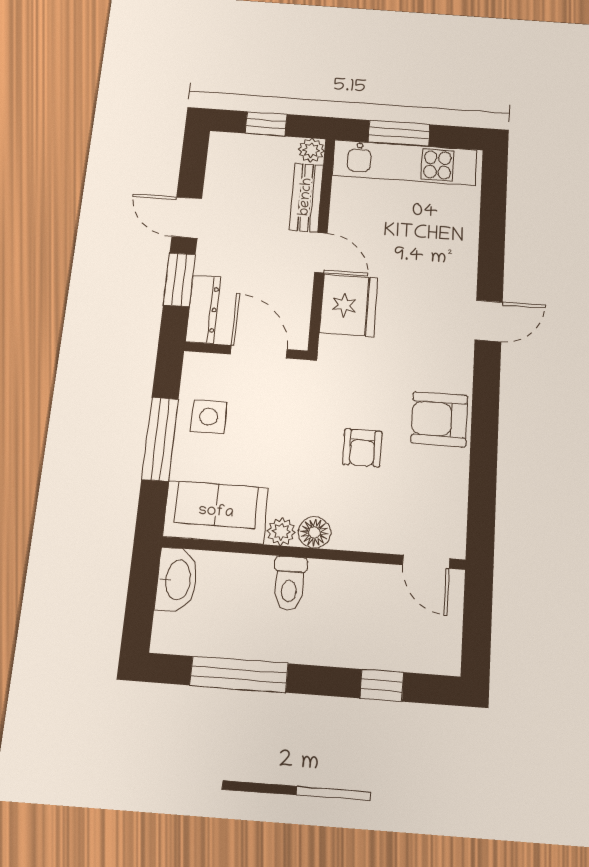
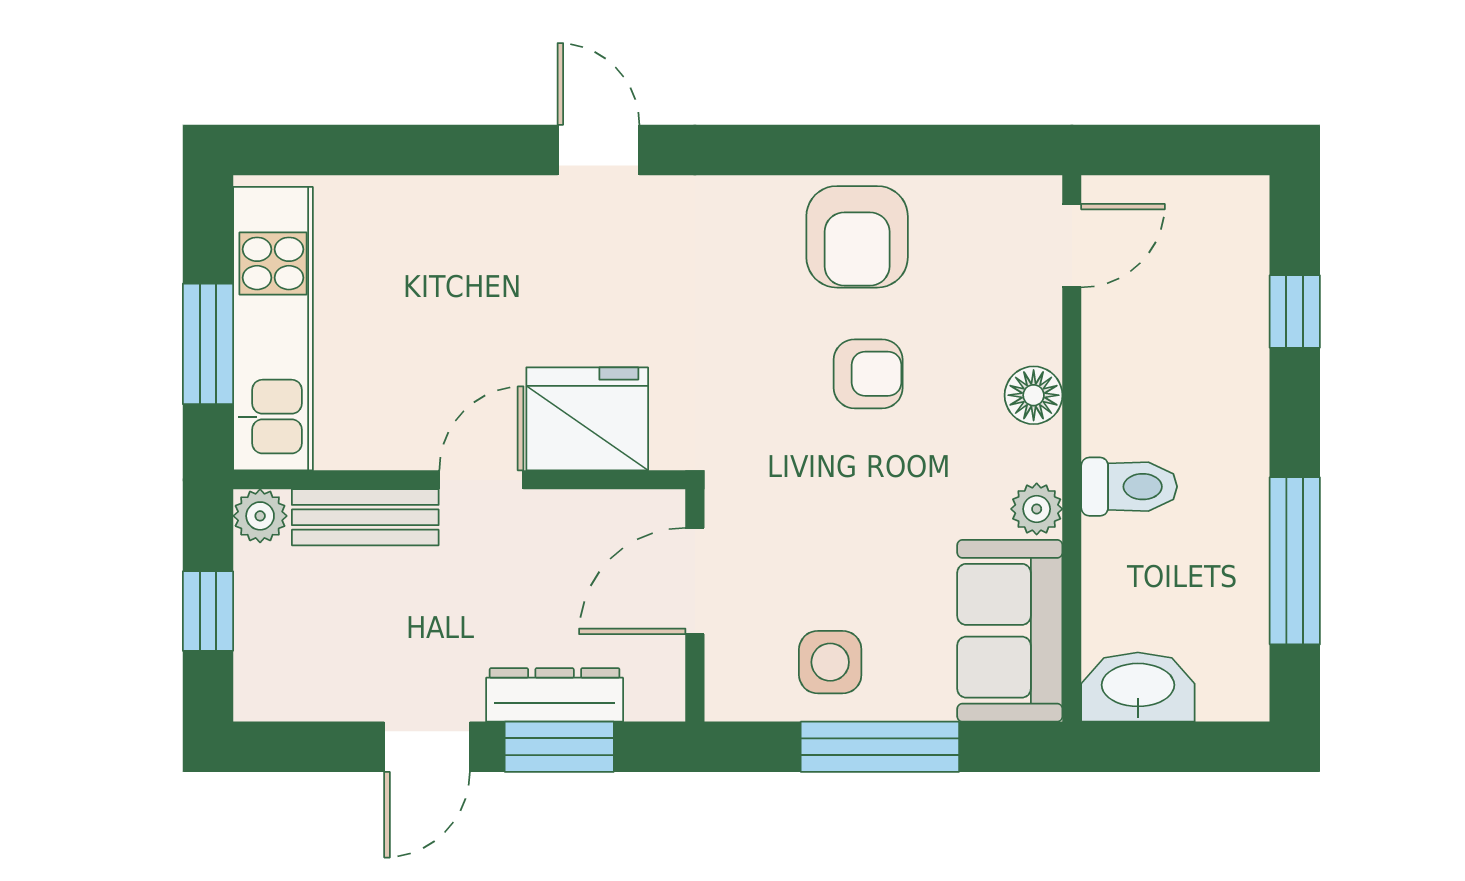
dresser: (203, 309) -> (555, 695), moved
armchair: (439, 419) -> (857, 237), moved
floor lamp: (314, 532) -> (1034, 395), moved

